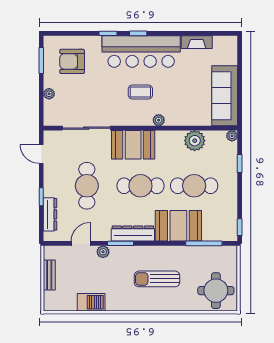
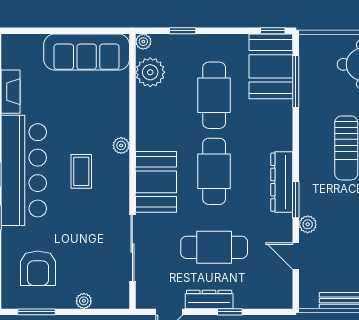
plant: (195, 141) -> (150, 72), moved
dresser: (50, 214) -> (209, 299), moved
booth: (178, 226) -> (271, 66), moved

